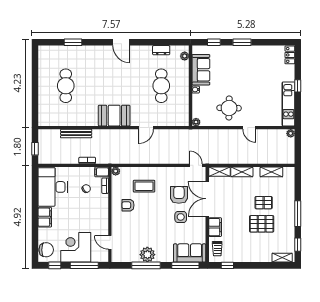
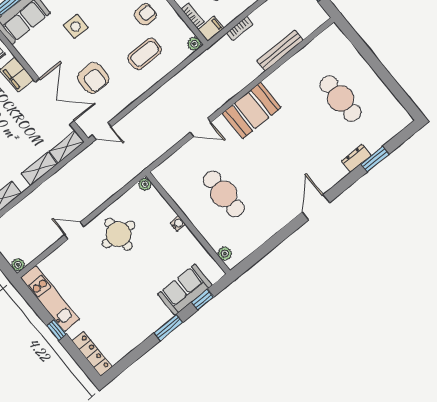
door: (121, 42) -> (316, 207), hinge flipped
dresser: (161, 50) -> (356, 158), moved
locker: (290, 55) -> (92, 354), width x1.53
sofa: (201, 70) -> (185, 290), moved, turned 90
door: (146, 128) -> (200, 127), swing flipped
side table: (181, 217) -> (76, 26), moved

